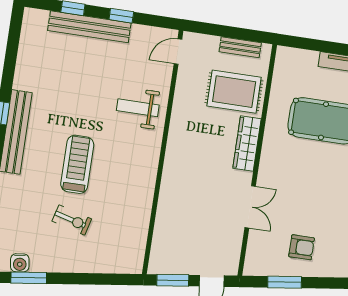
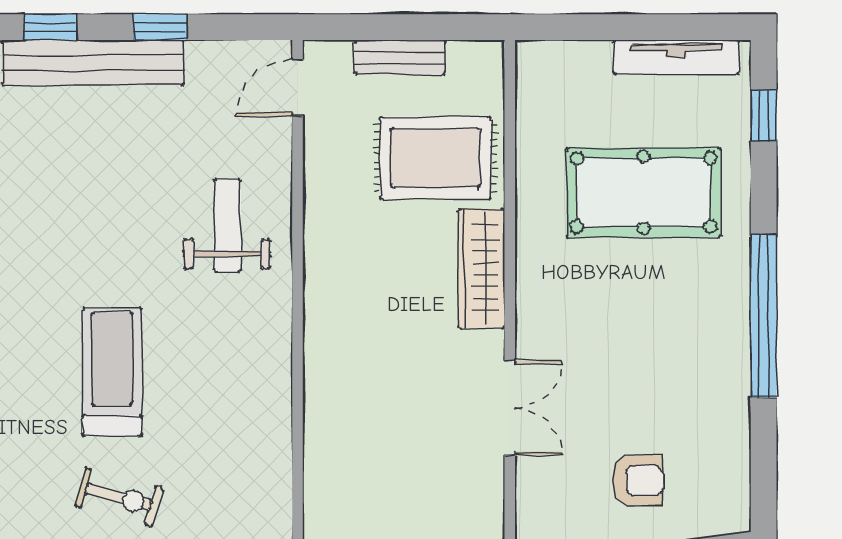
bench: (240, 47) -> (400, 57), moved
weight bench: (138, 108) -> (227, 226), turned 90

